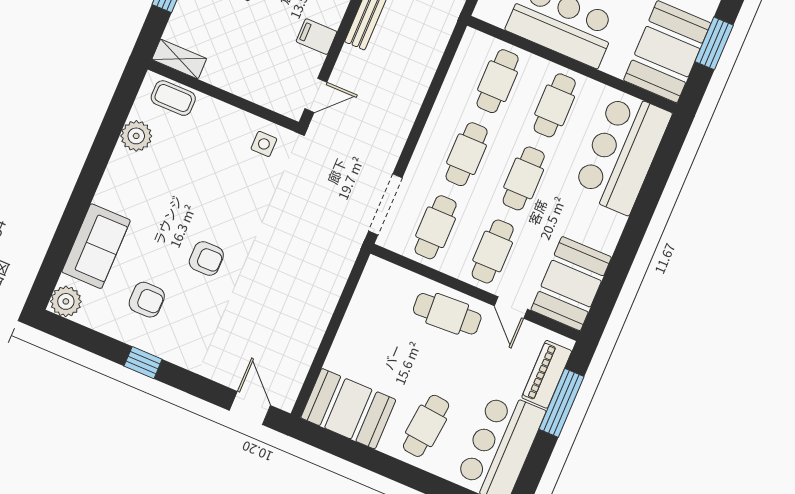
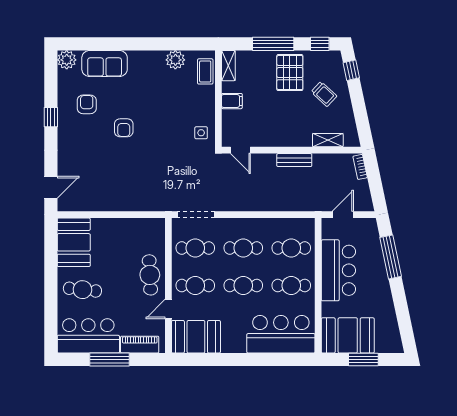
filing cabinet: (316, 37) -> (232, 101), moved, turned 90
armchair: (147, 300) -> (87, 104), turned 180
window: (561, 403) -> (109, 360), moved

